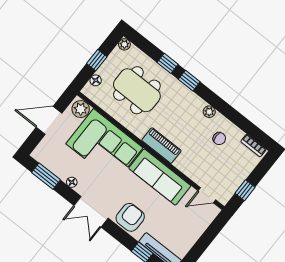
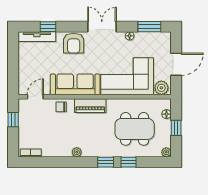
chair: (219, 139) -> (61, 107), moved

